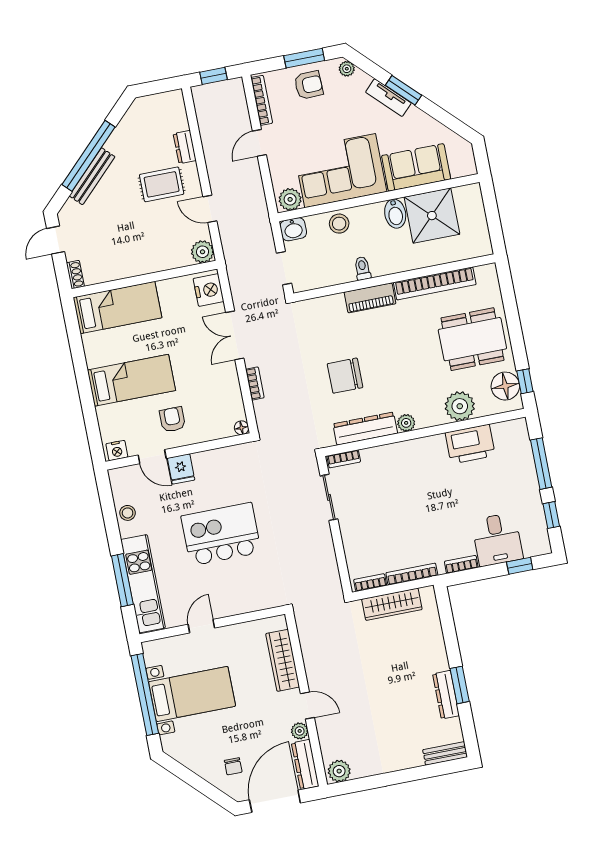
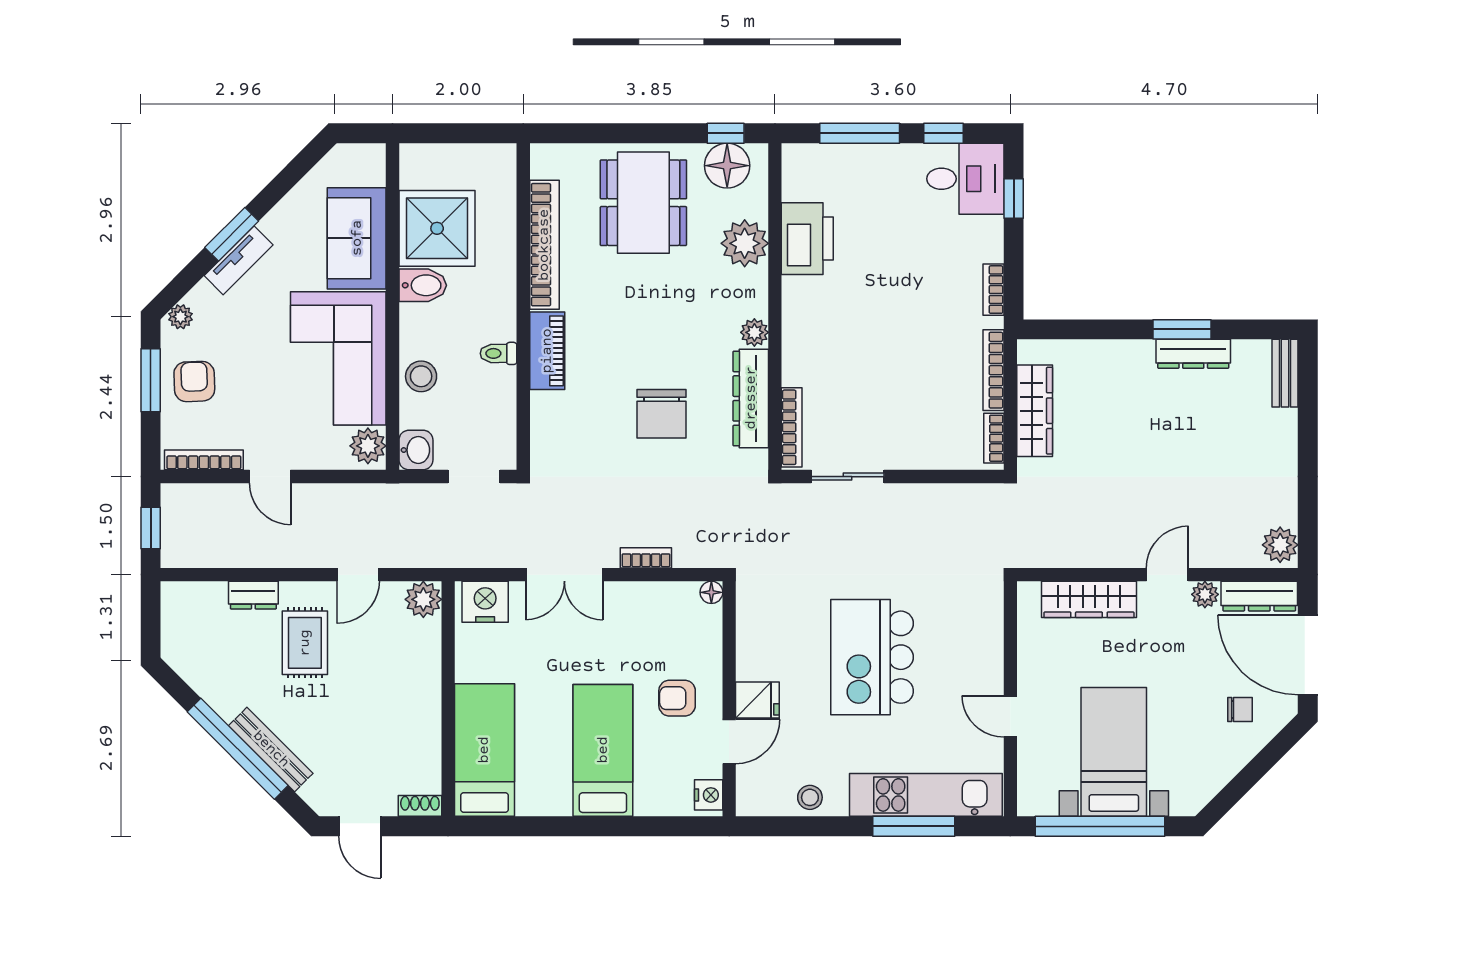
bookcase: (344, 459) -> (792, 427), width x1.56
desk: (497, 539) -> (965, 179), moved

